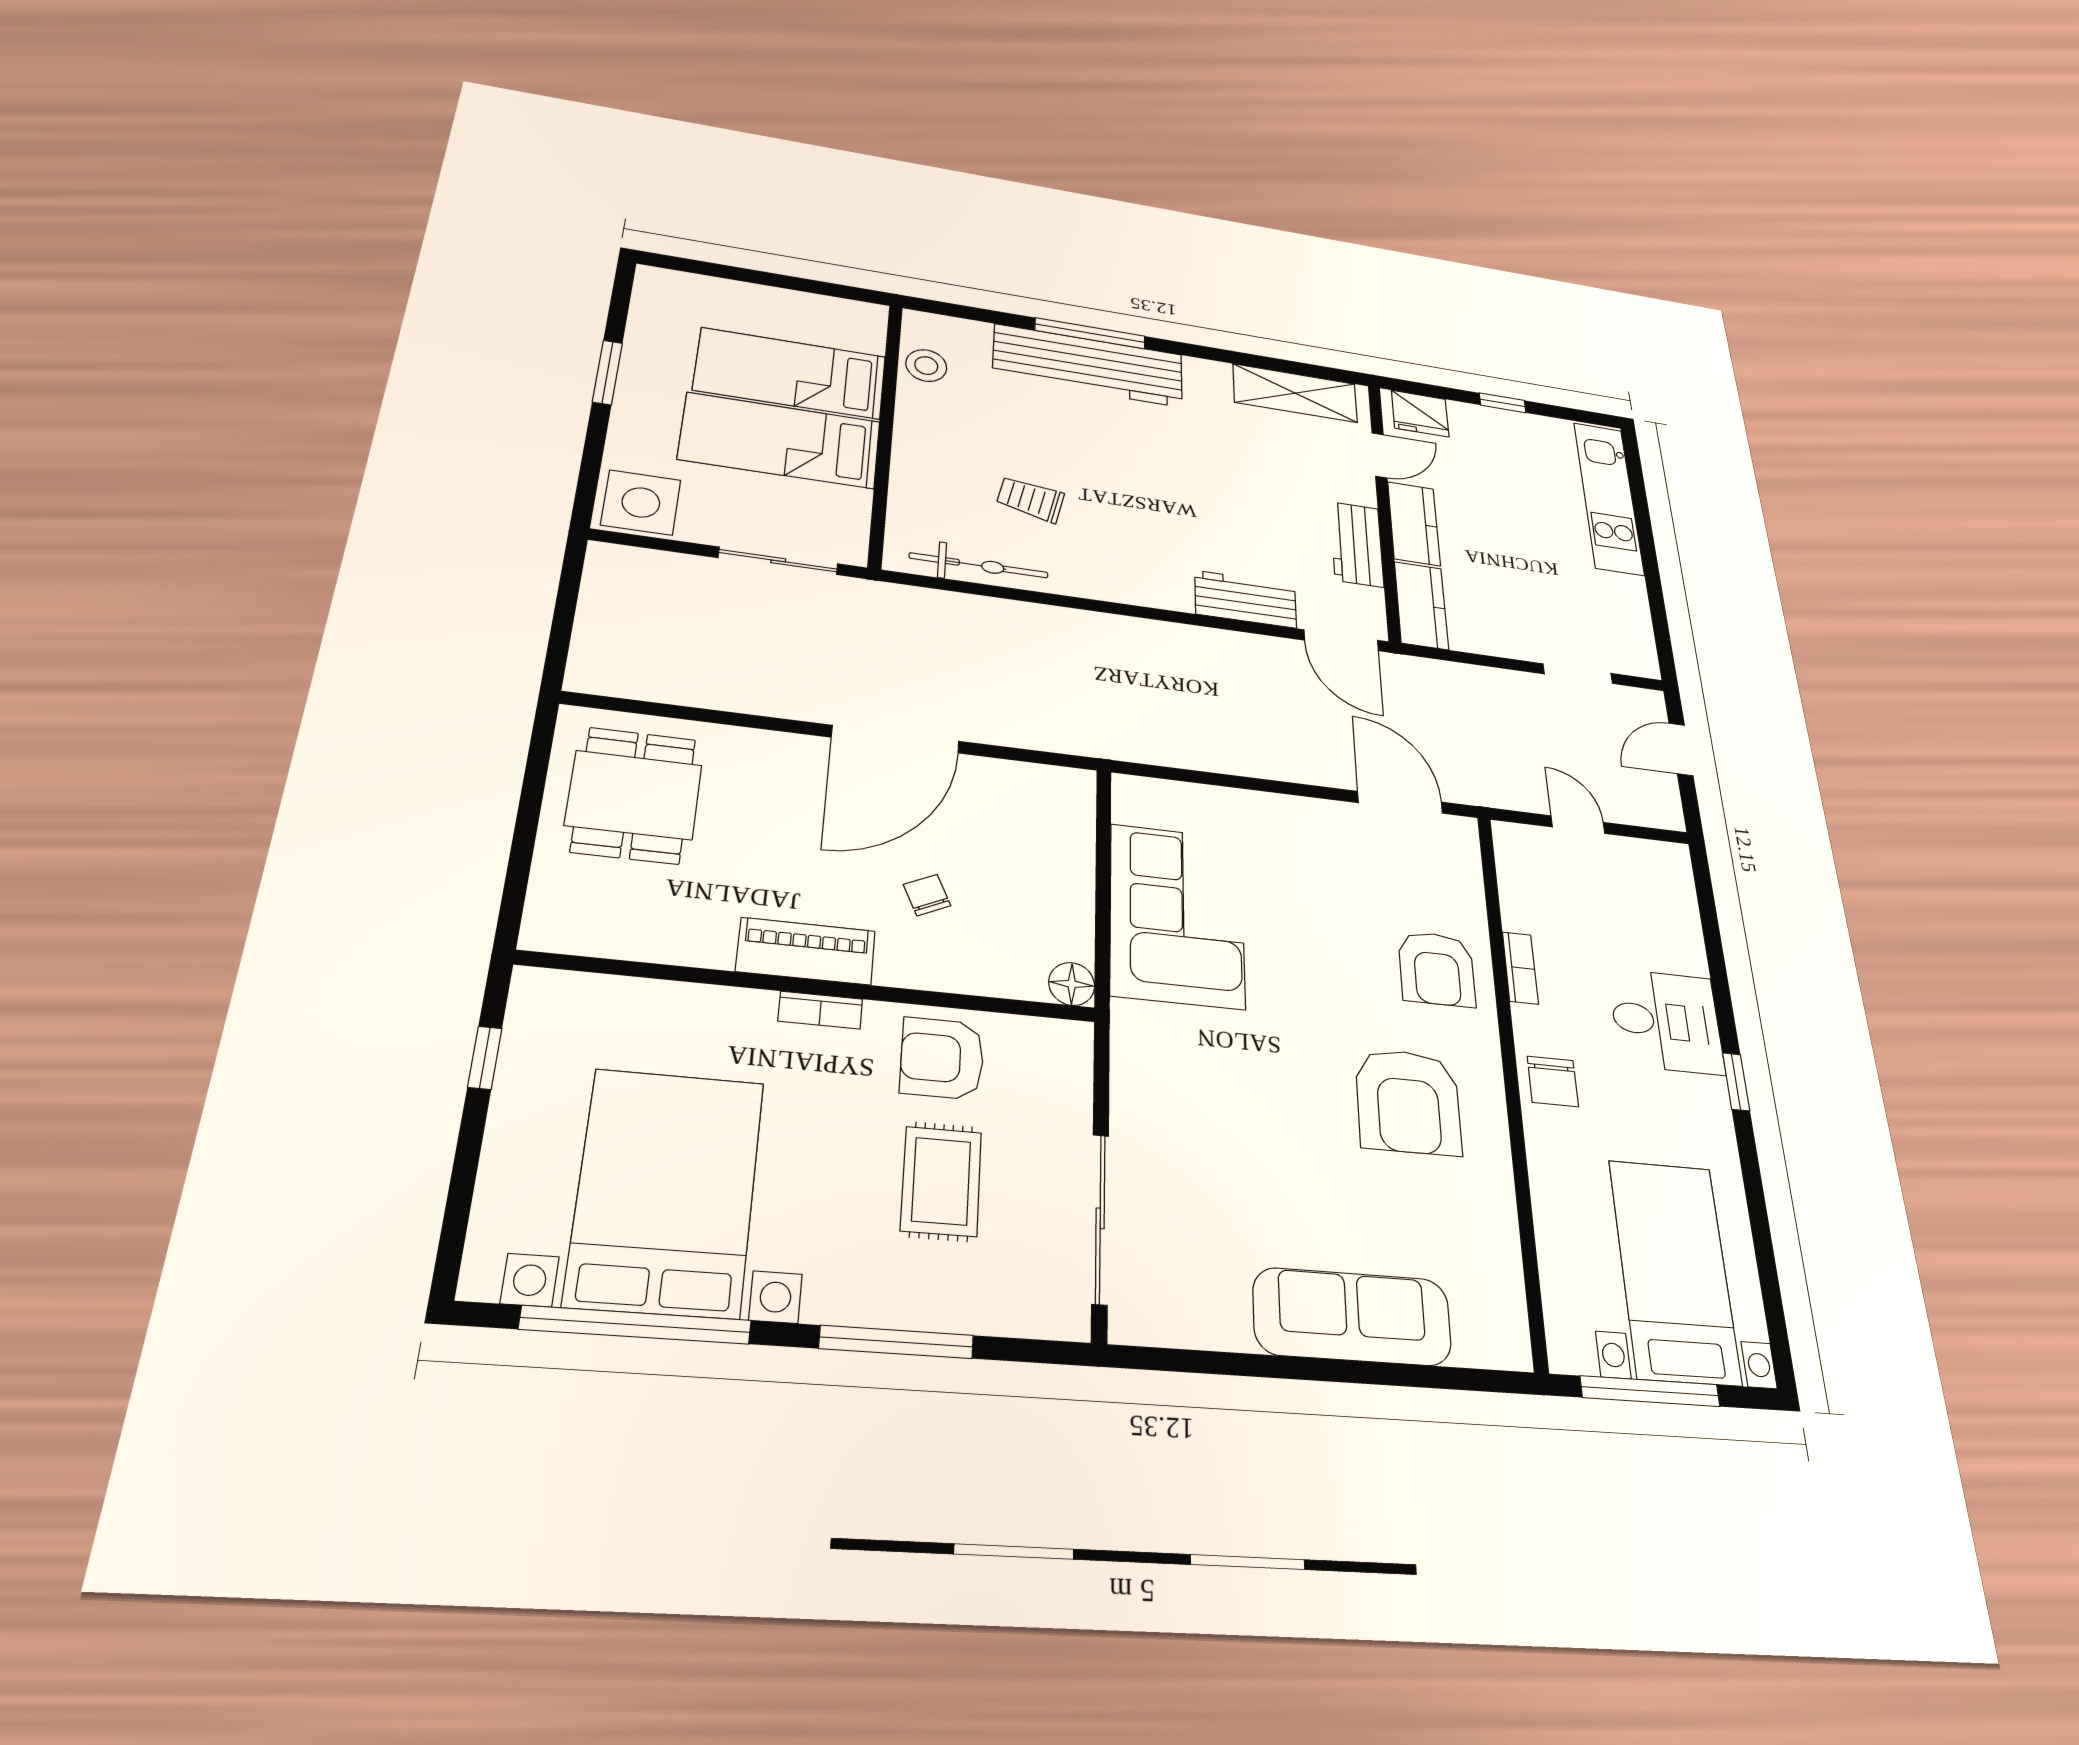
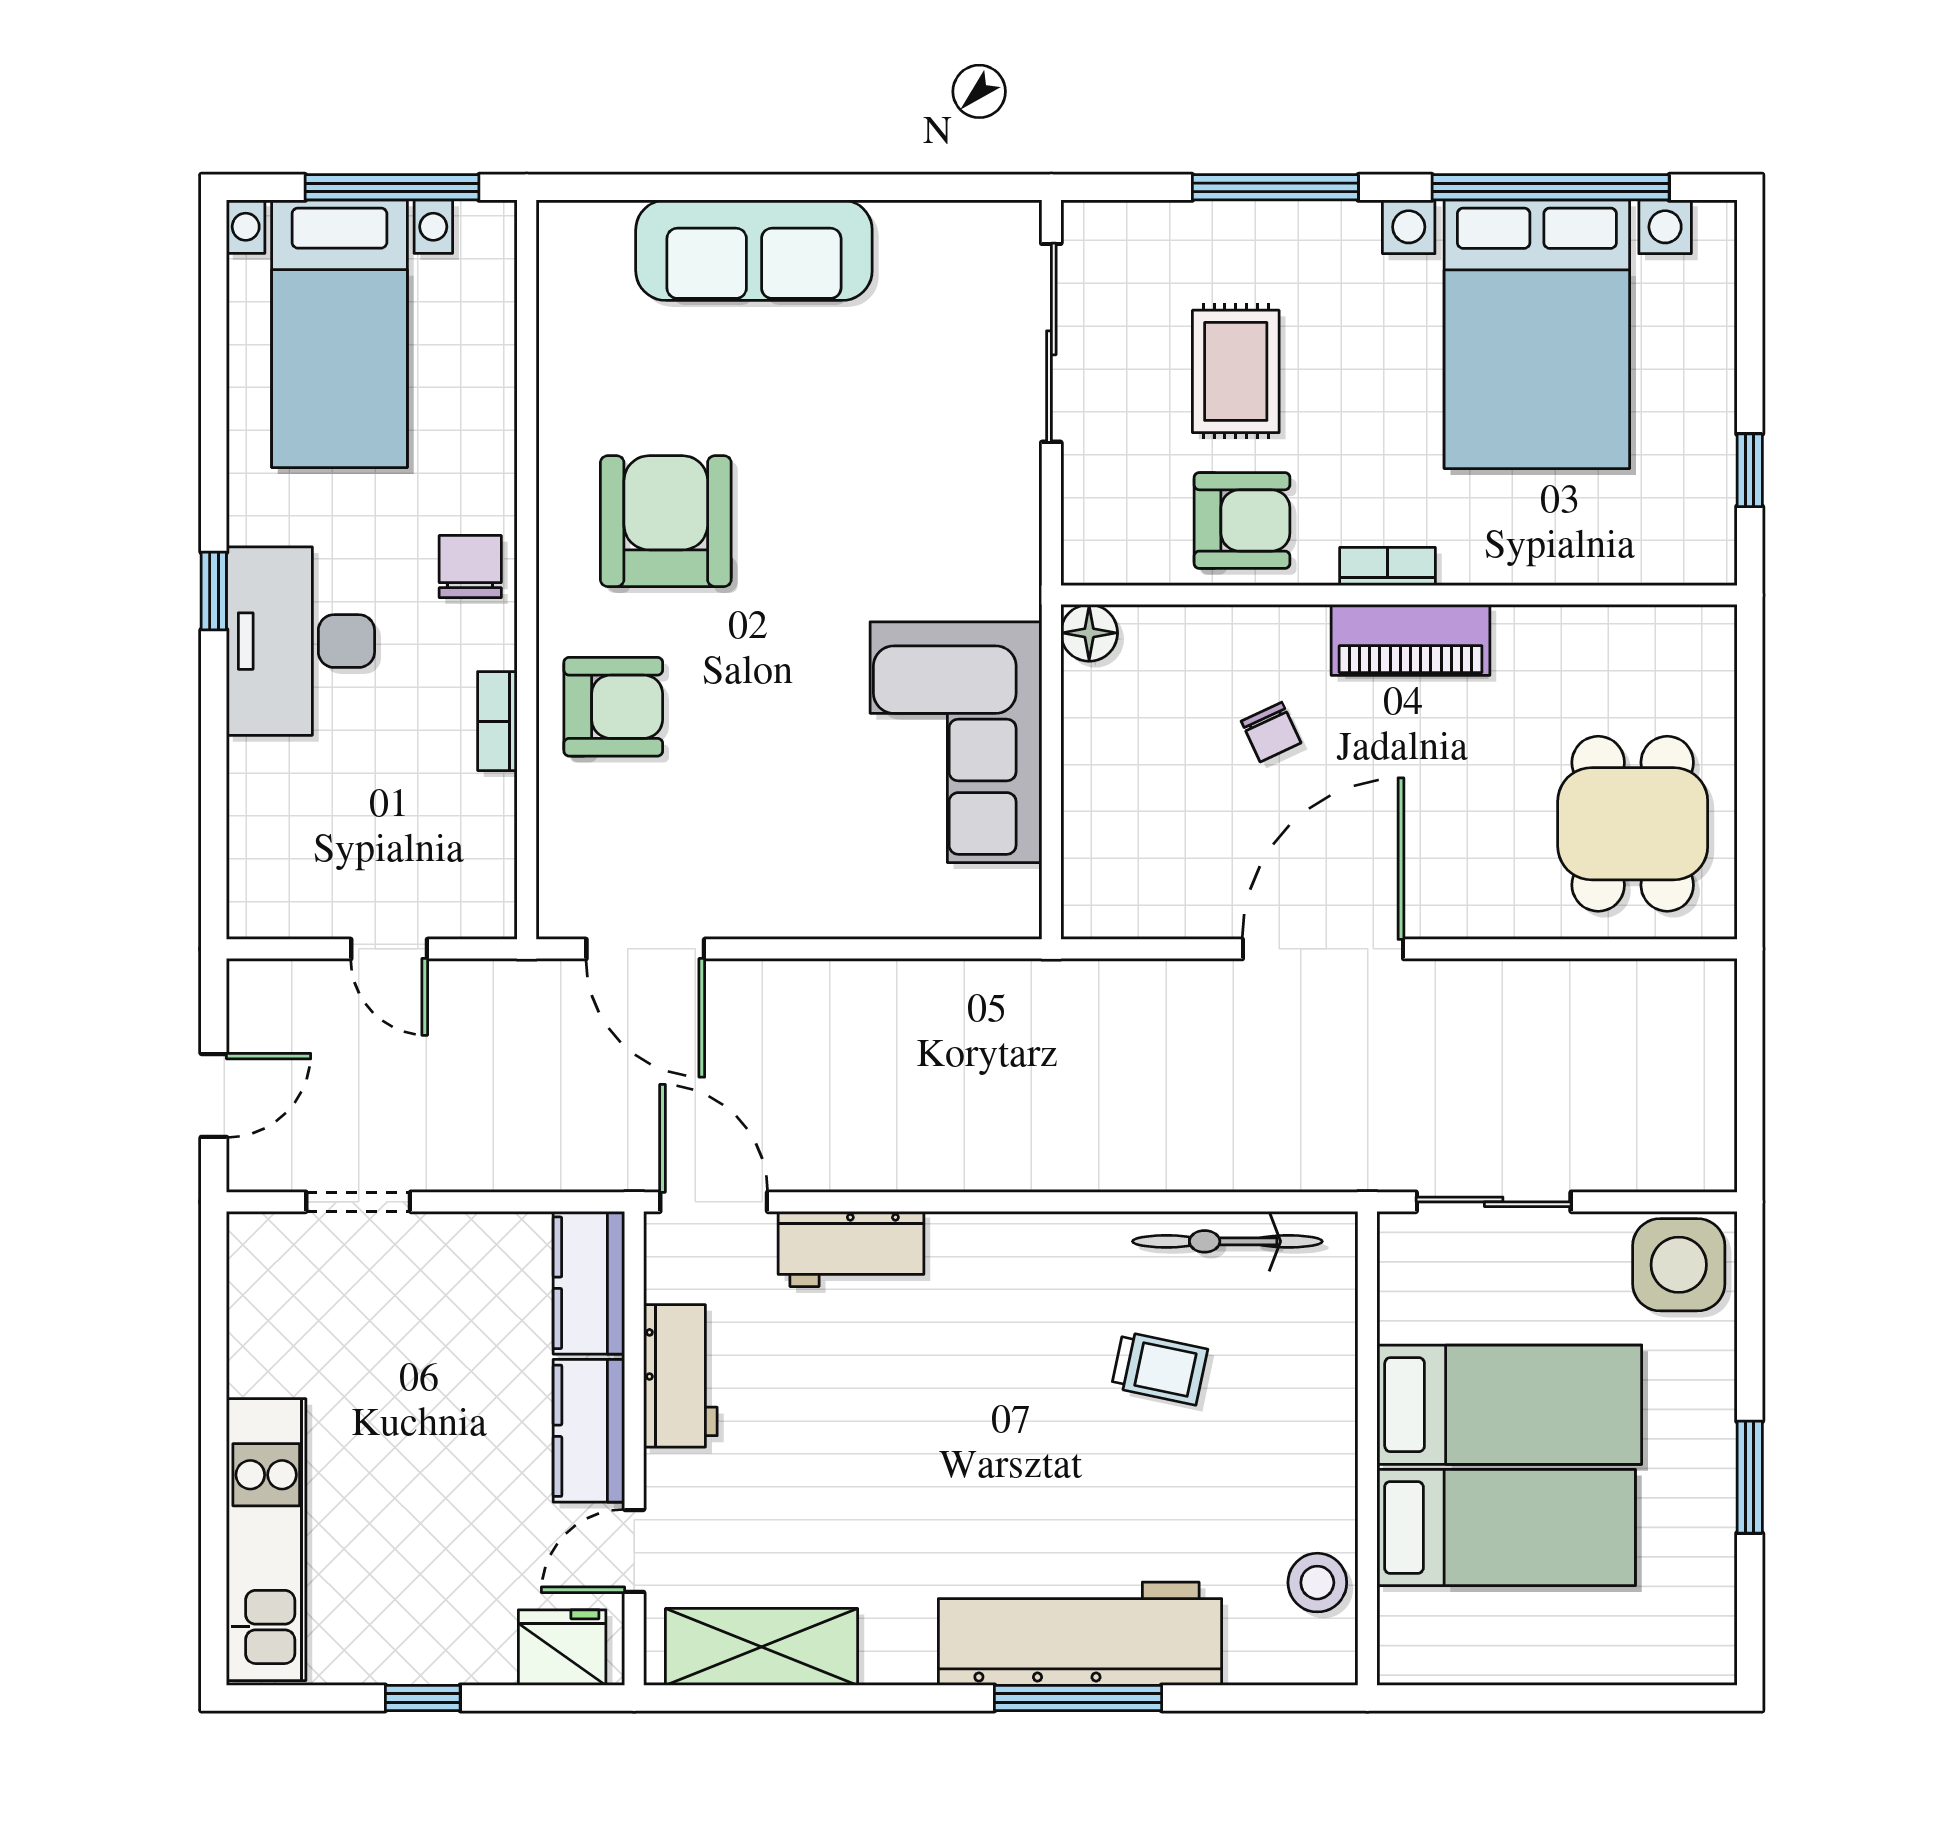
armchair: (1437, 969) -> (613, 707), turned 90
desk: (1666, 1021) -> (301, 641), width x1.37

